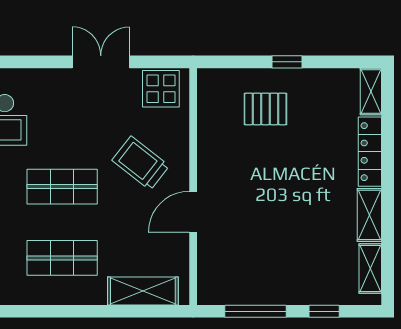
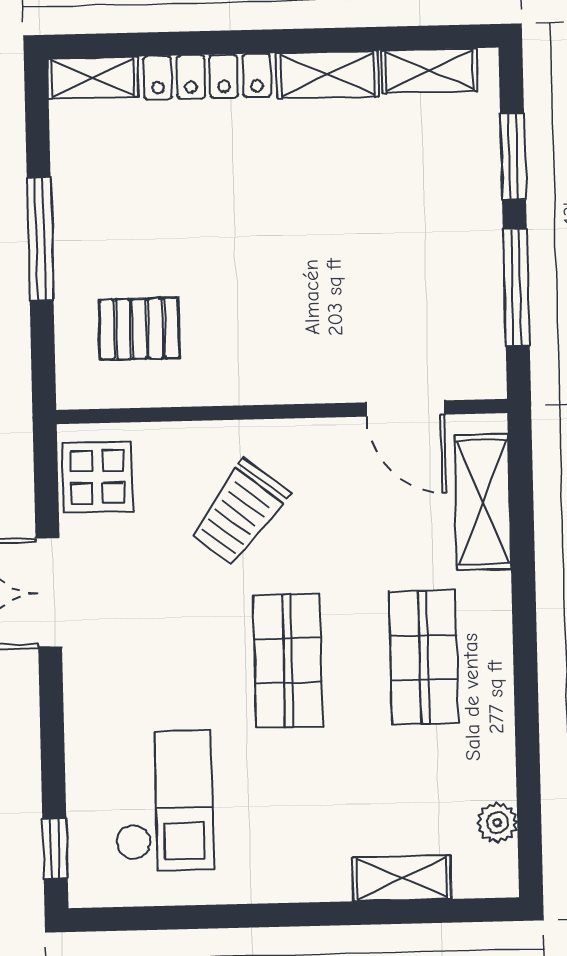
window: (287, 62) -> (40, 239), width x2.17
pallet: (265, 109) -> (139, 329), moved, turned 90
door: (193, 212) -> (405, 408), moved
window: (324, 311) -> (513, 156), width x1.50

